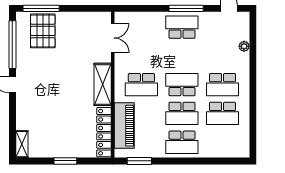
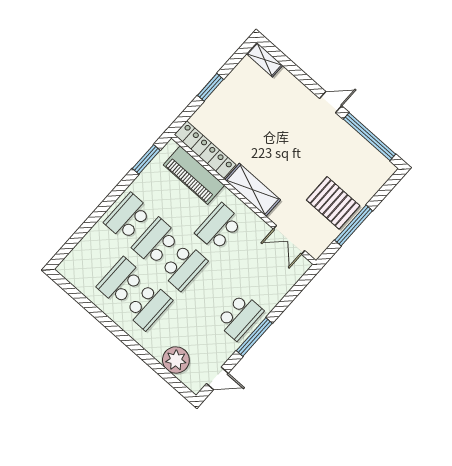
window: (41, 8) -> (354, 225), moved
pallet: (43, 31) -> (333, 203), moved
plant: (244, 46) -> (176, 360), width x1.88, depth x1.88
school desk: (223, 85) -> (149, 306), turned 180

